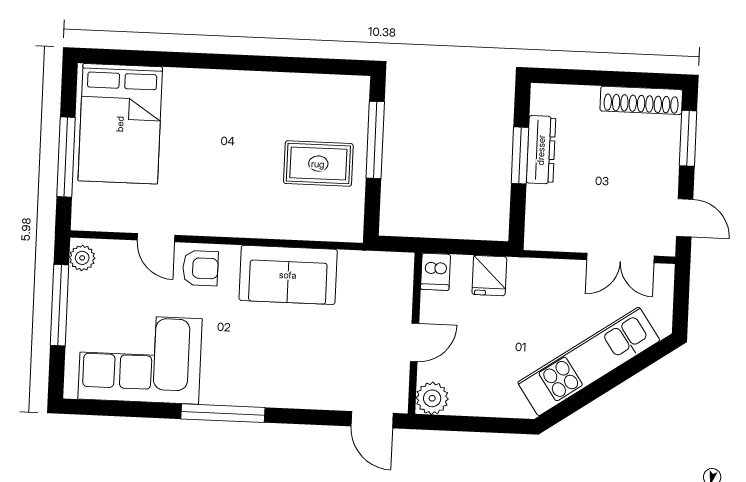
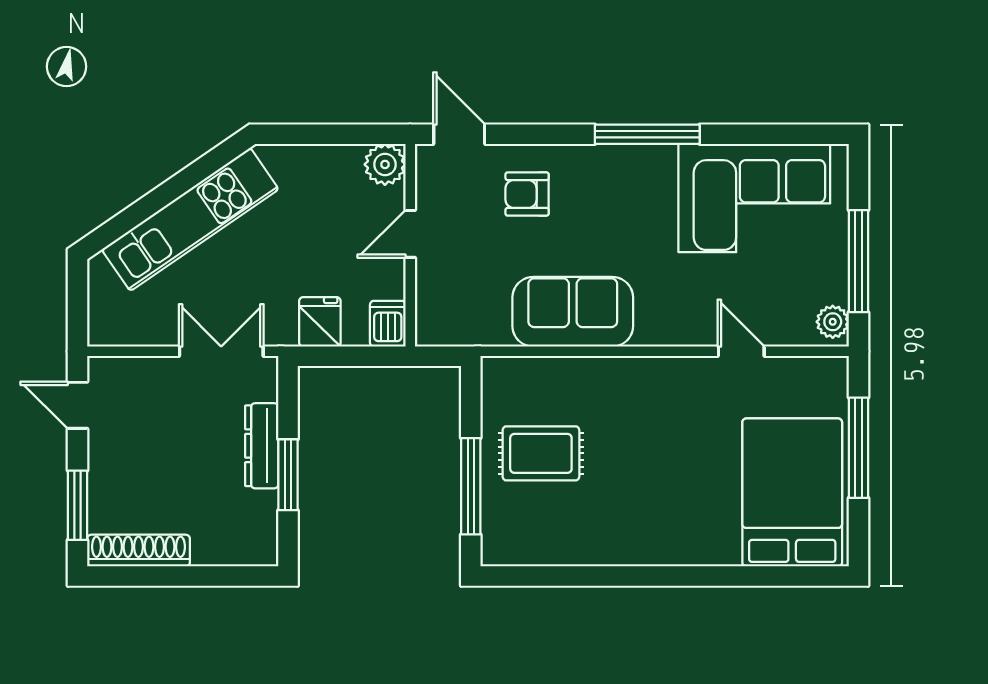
dresser: (541, 150) -> (262, 446), moved
double door: (620, 258) -> (221, 351), moved
armchair: (200, 268) -> (527, 194), moved

